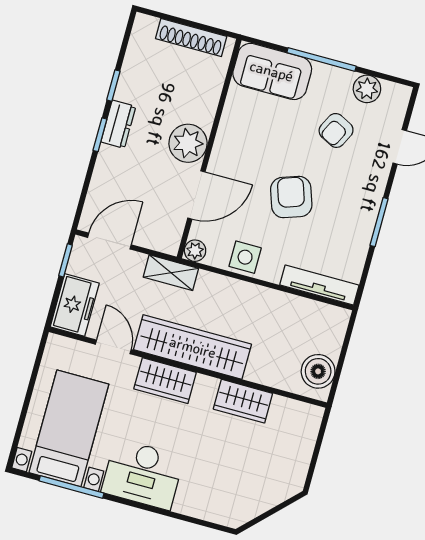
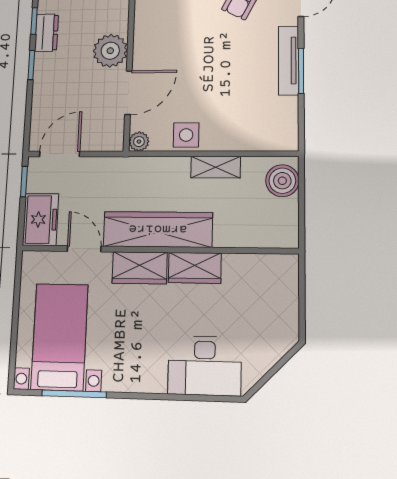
dresser: (118, 124) -> (47, 33), moved
armchair: (291, 197) -> (214, 71), removed
shelving: (171, 273) -> (216, 167), moved
tv unit: (319, 285) -> (289, 60), moved, turned -90
boiler: (318, 371) -> (282, 181), moved
wardrobe: (243, 401) -> (195, 268), moved
desk: (143, 474) -> (205, 366), moved

